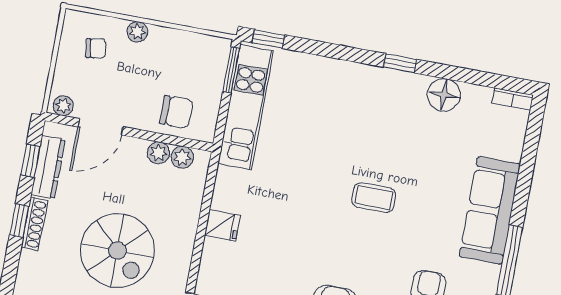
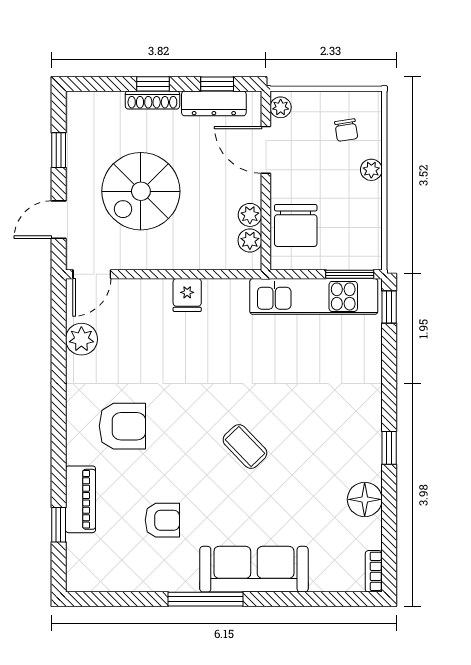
chair: (176, 112) -> (296, 226), width x1.37, depth x1.37
coffee table: (374, 198) -> (245, 447), turned -44

